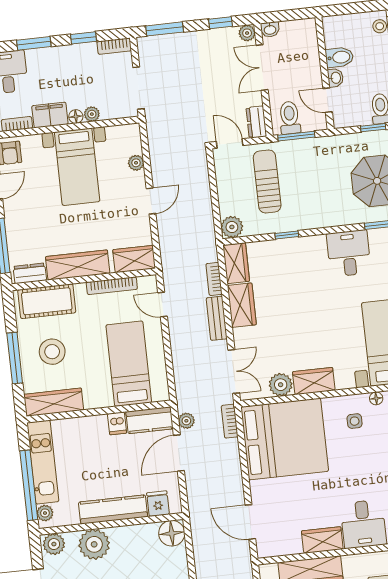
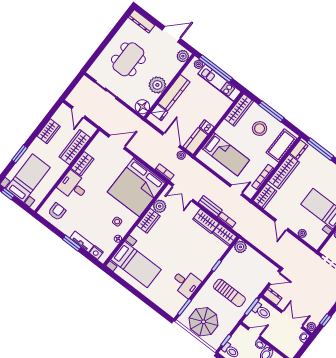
sun lounger: (267, 181) -> (229, 293), moved
plant: (94, 544) -> (157, 85), moved

